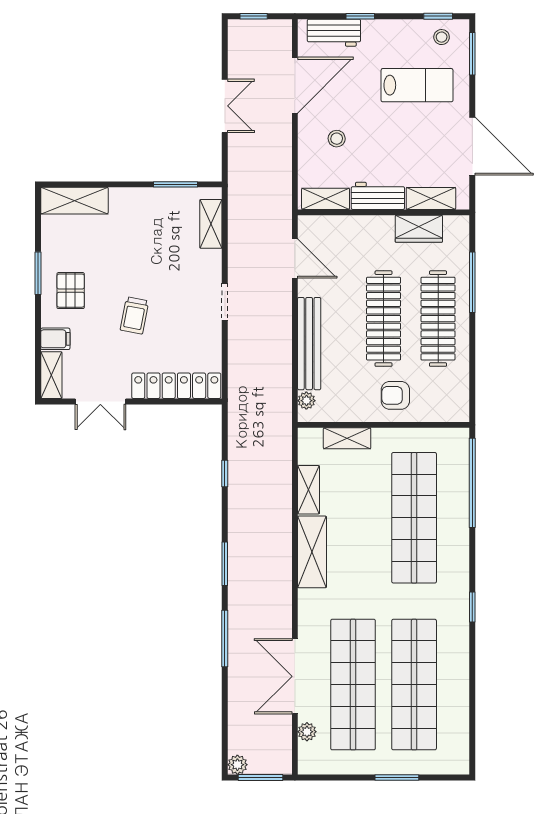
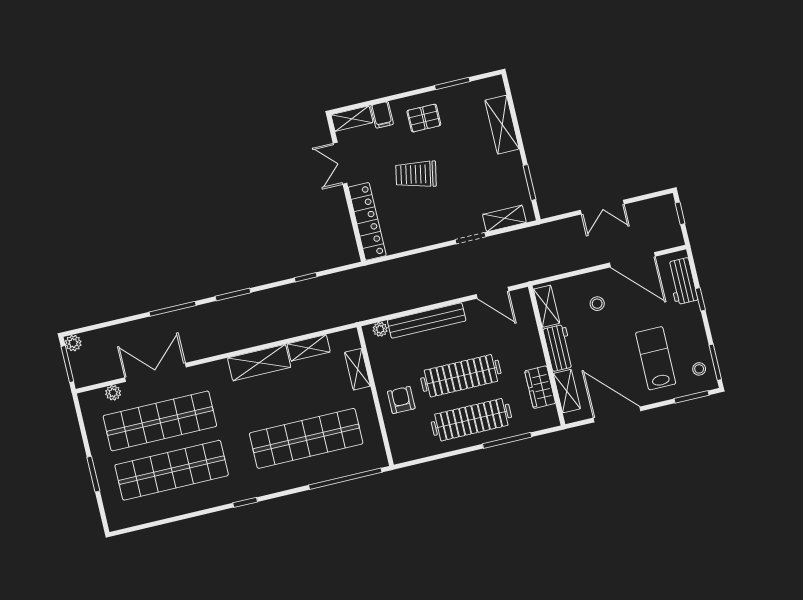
window: (438, 16) -> (715, 362), width x1.50
lab bench: (417, 85) -> (656, 358), turned 180
door: (472, 146) -> (617, 414), swing flipped
shelving: (74, 201) -> (502, 125), moved
door: (295, 259) -> (492, 293), hinge flipped
window: (38, 273) -> (452, 83), moved
doorway: (225, 302) -> (471, 238), moved
trolley: (134, 315) -> (416, 174), width x1.36, depth x1.39

